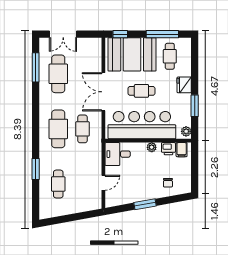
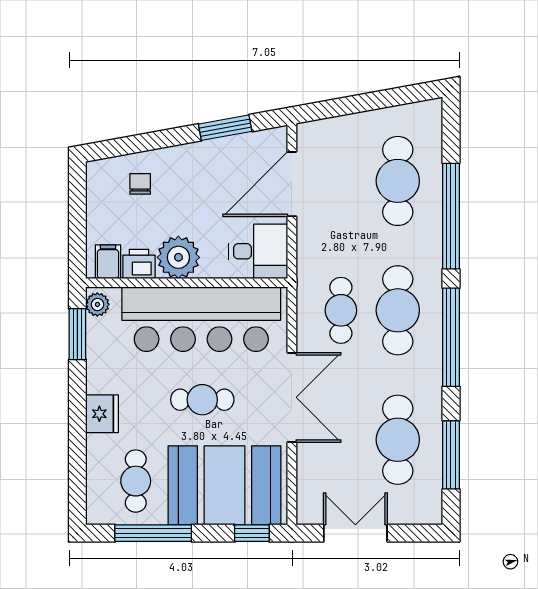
double door: (63, 34) -> (355, 533), moved
window: (195, 106) -> (77, 334), moved
window: (36, 117) -> (451, 337), added
plant: (152, 147) -> (178, 257), width x1.87, depth x1.87
window: (36, 169) -> (451, 216), width x2.11
door: (103, 183) -> (292, 184), width x1.88
cafe table: (58, 184) -> (398, 181), width x1.37, depth x1.35
window: (145, 204) -> (225, 128), moved

